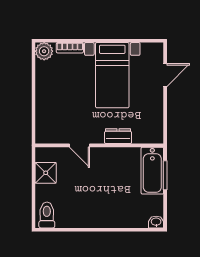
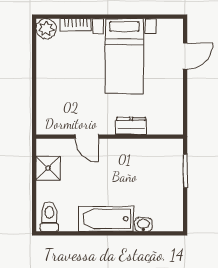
bathtub: (152, 171) -> (106, 219), moved, turned 90
washbasin: (156, 222) -> (143, 225), moved

